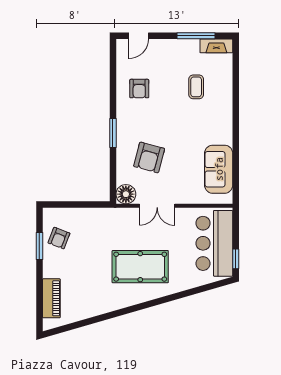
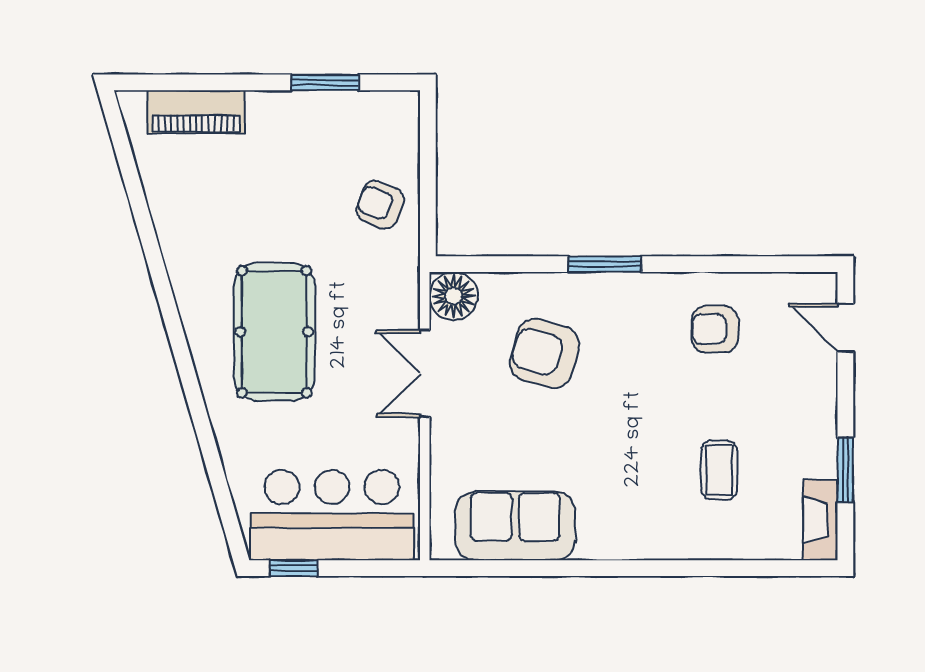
window: (196, 36) -> (845, 470), width x0.69
coffee table: (196, 87) -> (719, 470), turned 90
armchair: (59, 238) -> (380, 205), moved

